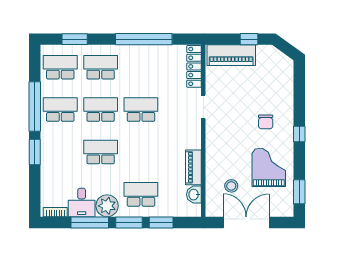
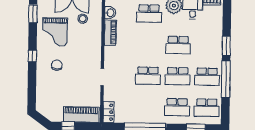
locker: (194, 66) -> (109, 112), width x0.66

